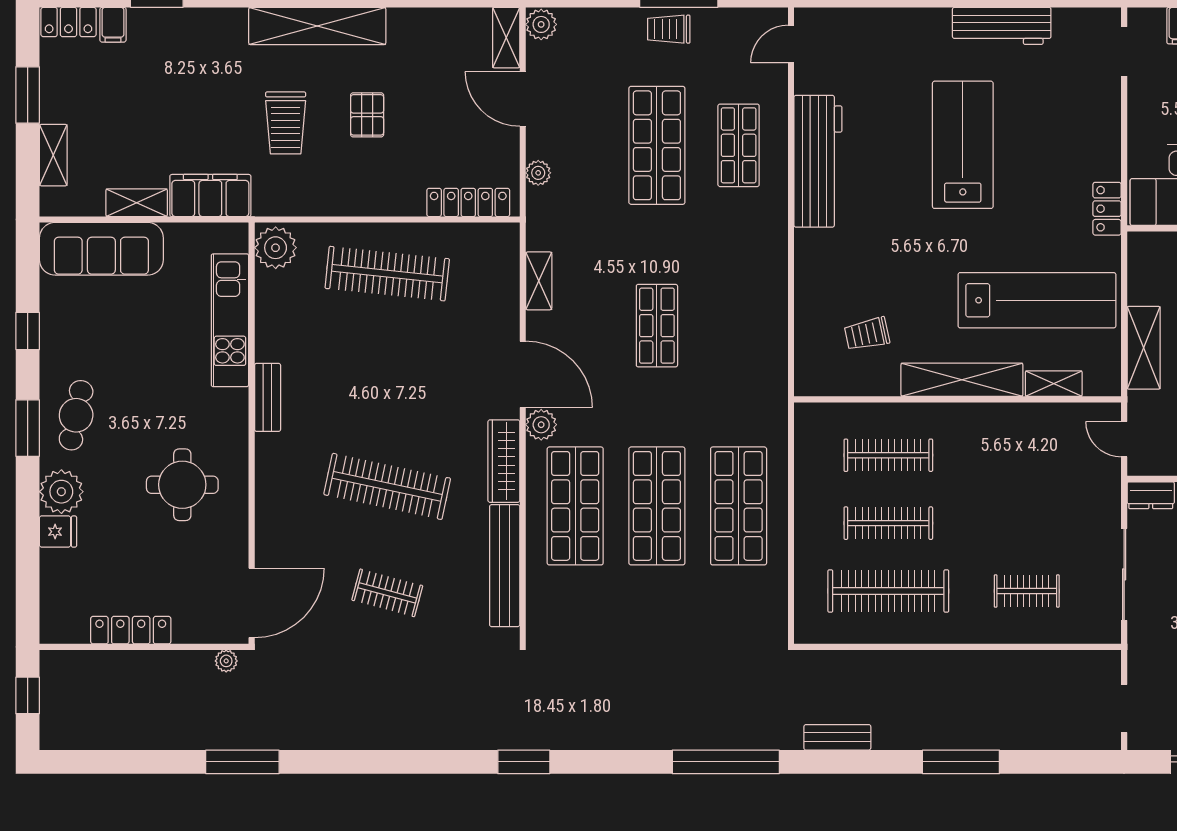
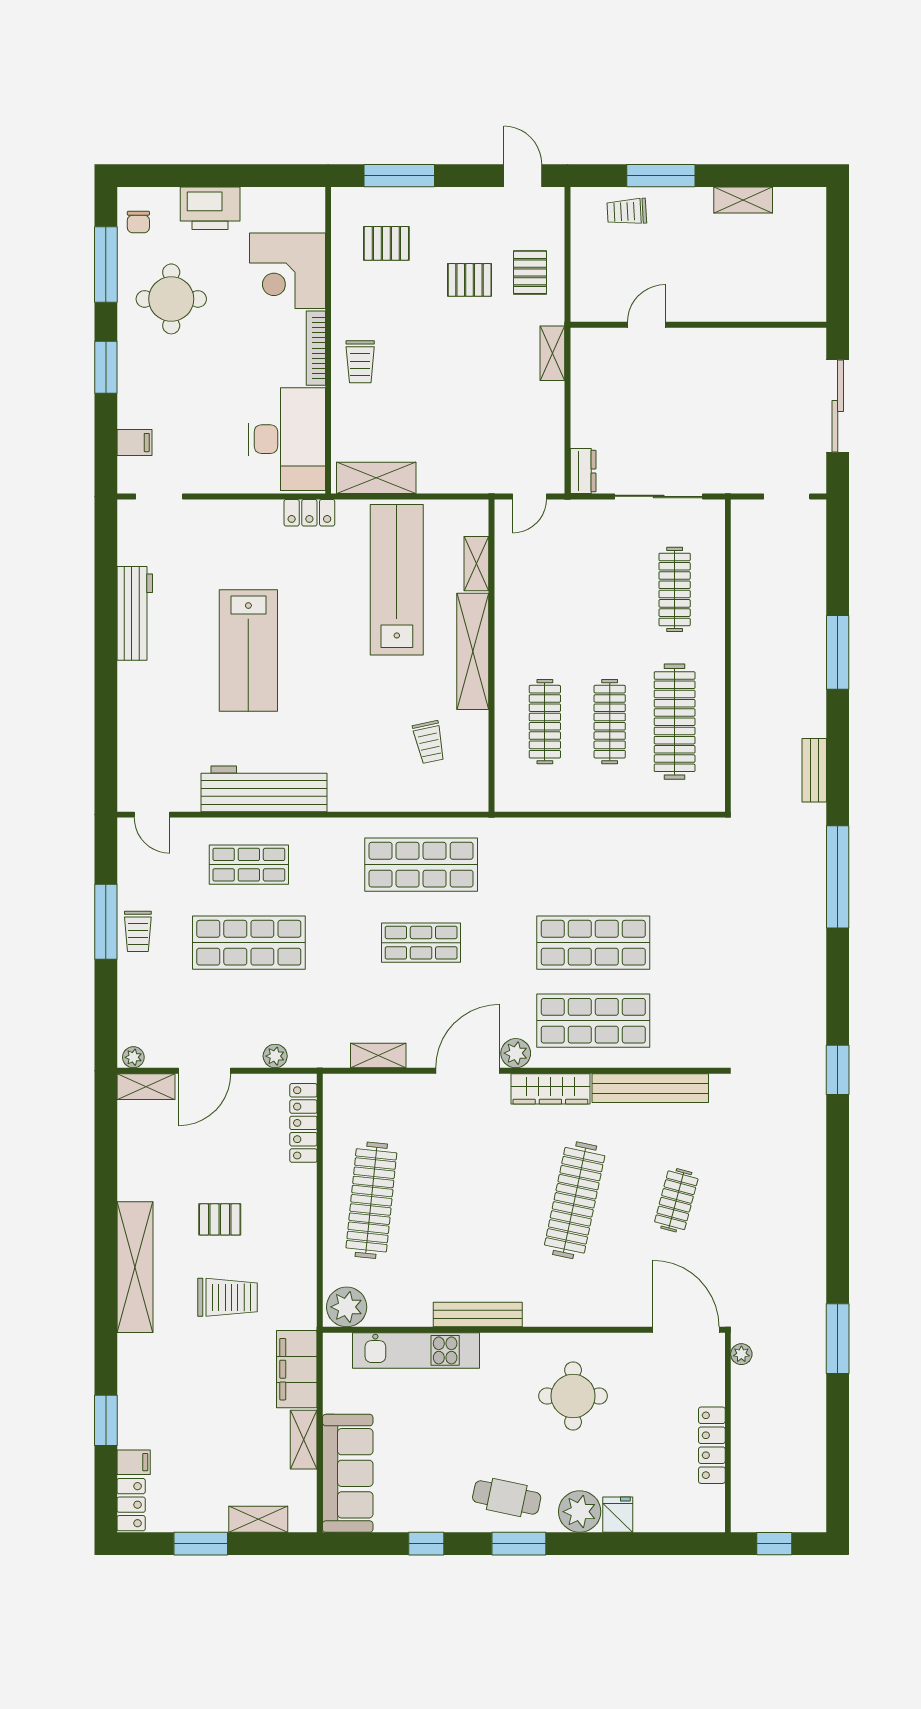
plant: (541, 24) -> (133, 1057), width x0.73, depth x0.73
lab bench: (963, 145) -> (248, 651), turned -90
shelving: (1144, 348) -> (376, 478), moved
bench: (268, 397) -> (478, 1315), width x1.36
shop shelf: (739, 506) -> (421, 865), moved
clothes rail: (1027, 591) -> (675, 589), width x1.36

